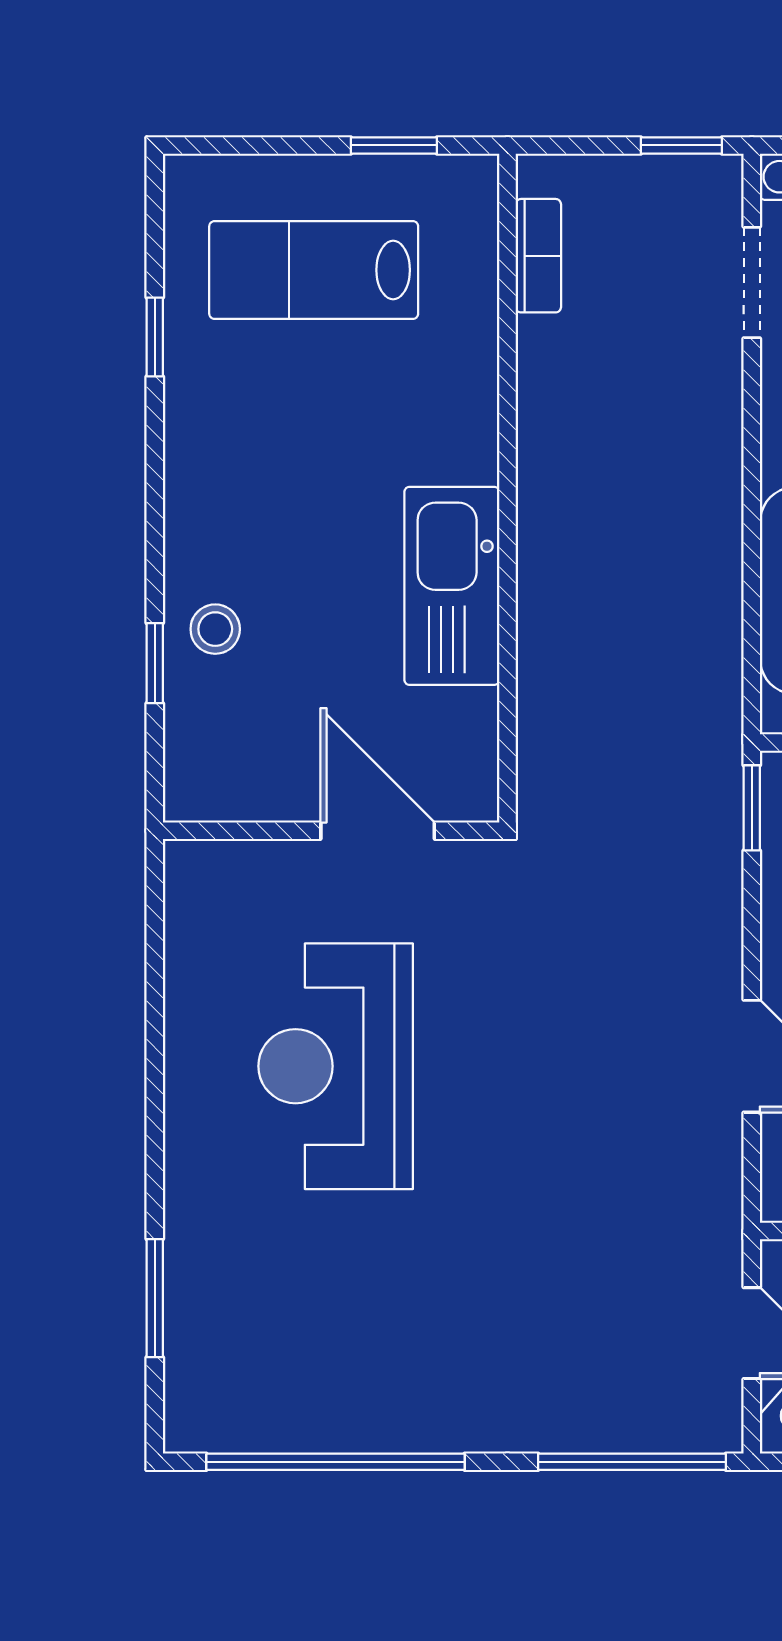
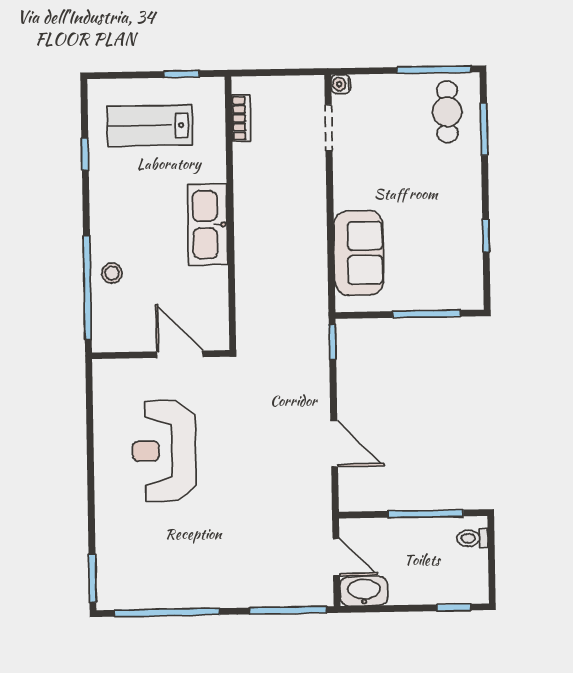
window: (681, 145) -> (299, 72), removed
kitchen sink: (452, 586) -> (208, 225), moved
window: (155, 663) -> (87, 287), width x3.17
window: (155, 1298) -> (92, 578), moved

